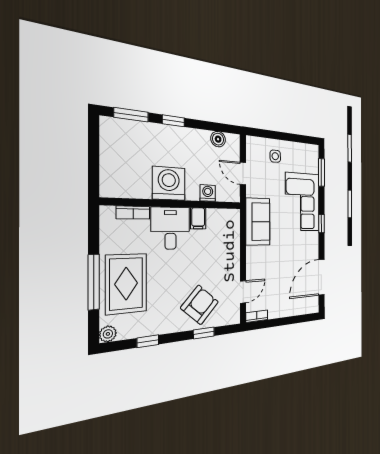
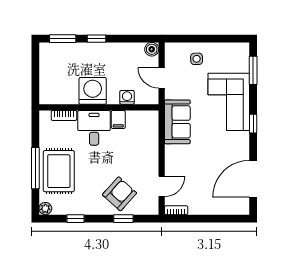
boiler: (218, 139) -> (152, 49), moved

